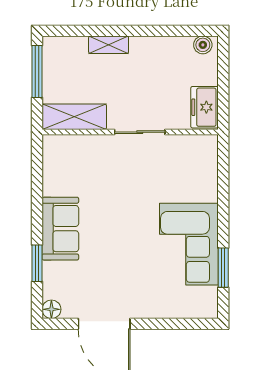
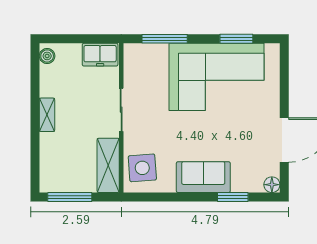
shelving: (109, 45) -> (47, 115), moved
side table: (71, 157) -> (142, 168), added
window: (223, 183) -> (165, 39), added
corner sofa: (189, 244) -> (216, 77), width x1.36, depth x1.36

